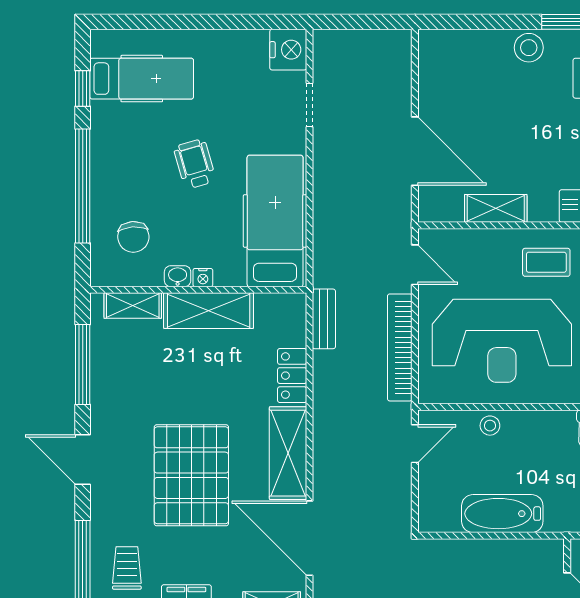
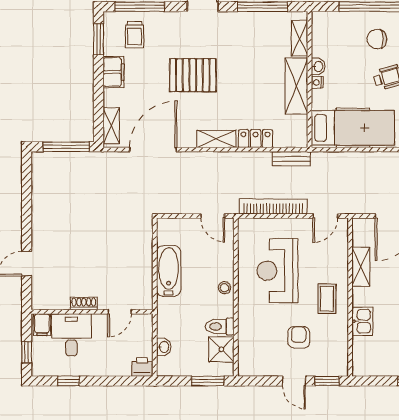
chair: (133, 237) -> (377, 39), moved
reception desk: (502, 341) -> (277, 271), width x0.74, depth x0.77
stool: (490, 426) -> (225, 288), moved
shelving: (288, 453) -> (217, 139), width x0.67, depth x0.75
pallet: (191, 475) -> (193, 75), width x0.73, depth x0.71
trolley: (127, 568) -> (134, 35), turned 90

